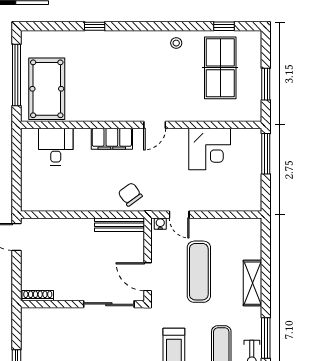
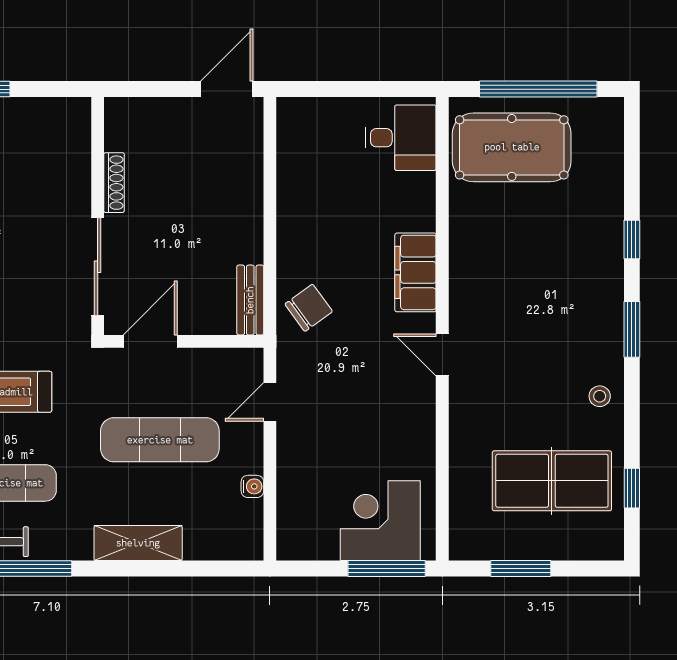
window: (141, 26) -> (632, 329), added
desk: (56, 147) -> (401, 138), moved
corner desk: (210, 149) -> (380, 521), moved, turned 90
water cooler: (160, 224) -> (252, 486), moved
bench: (120, 225) -> (250, 300), width x0.73
shoe rack: (38, 296) -> (114, 183), moved

